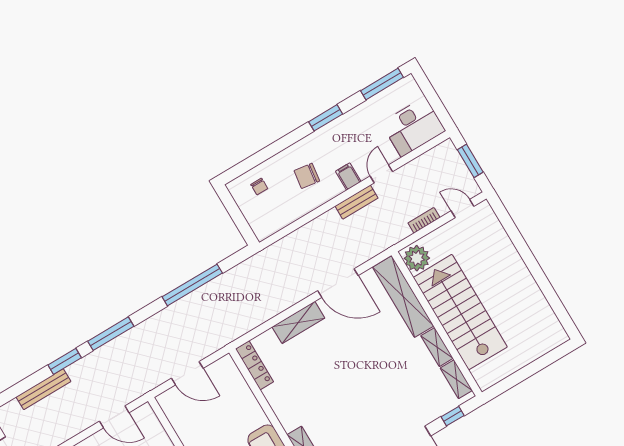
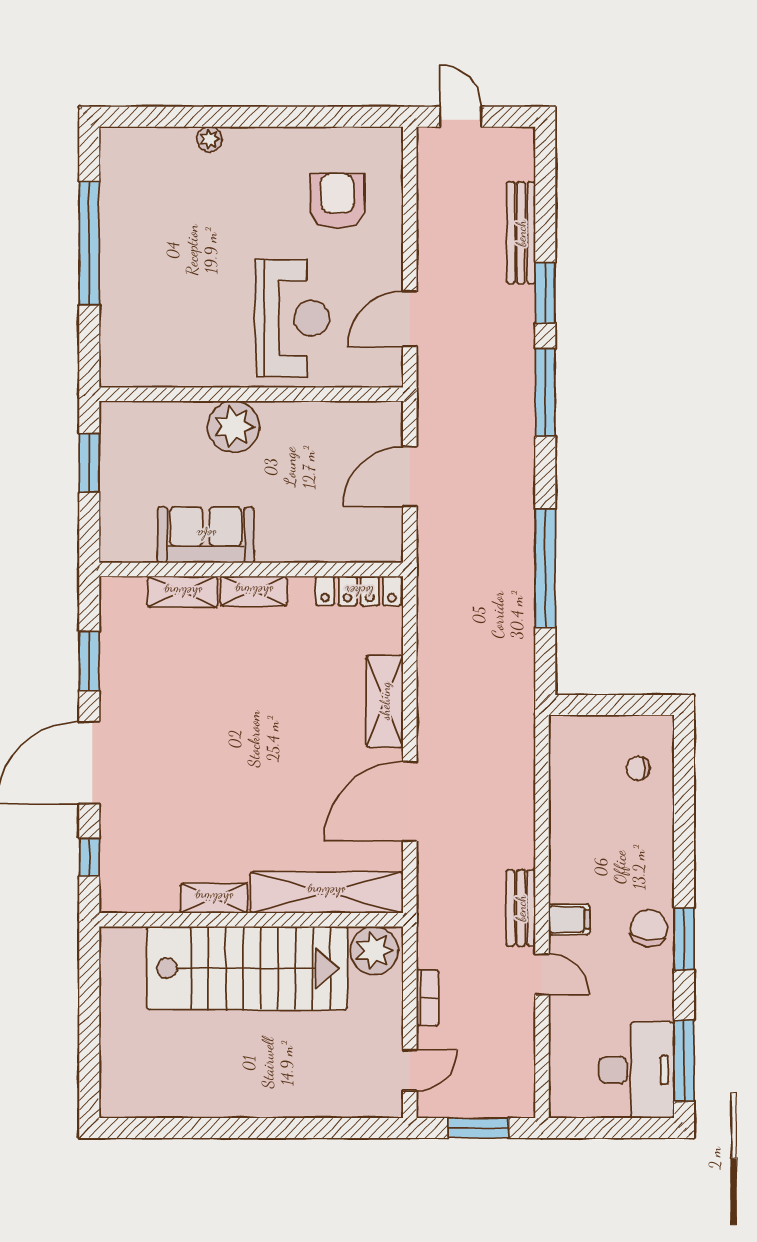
desk: (413, 127) -> (637, 1070), moved, turned 180
chair: (307, 176) -> (649, 928), moved
shelving: (456, 379) -> (254, 591), moved

